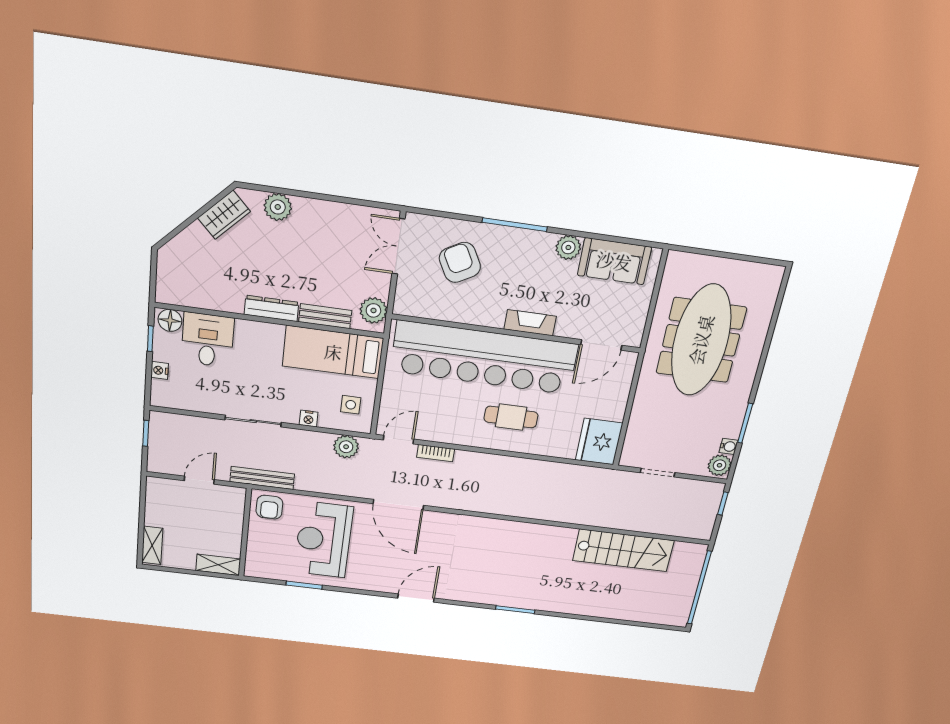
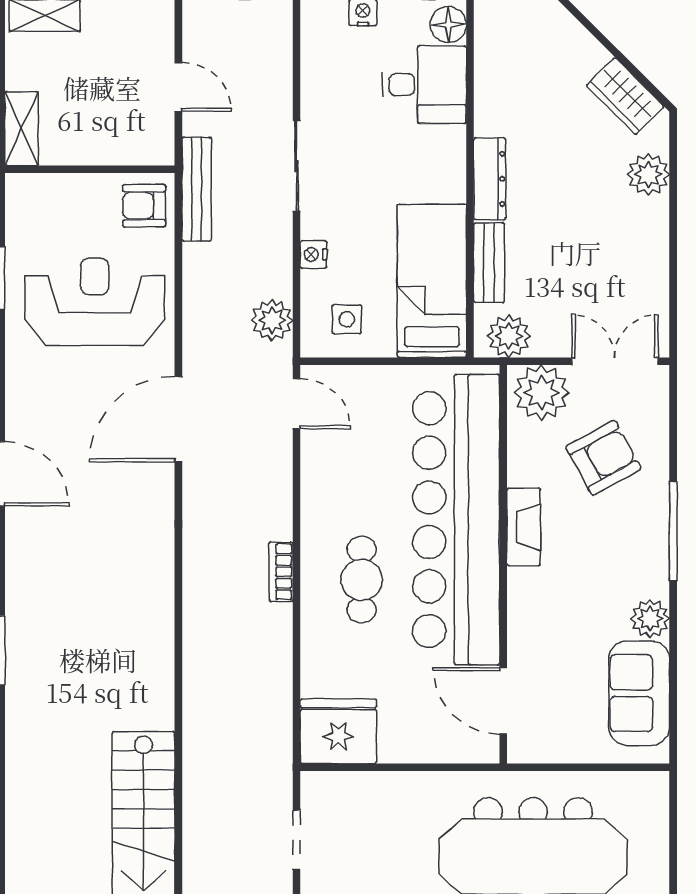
plant: (412, 295) -> (542, 393), added
fireplace: (530, 323) -> (524, 527), moved
bookcase: (436, 453) -> (281, 572), moved

